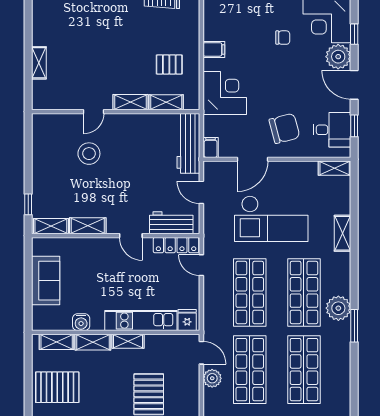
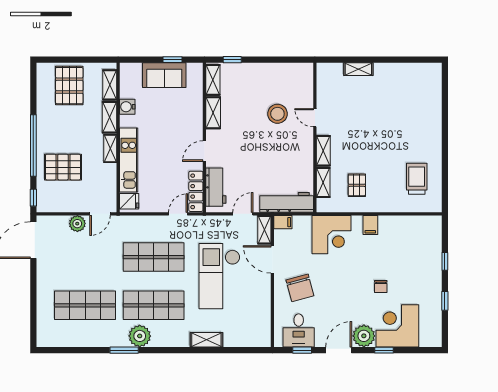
shelving: (335, 168) -> (264, 230), moved
window: (28, 271) -> (172, 60), added
shop shelf: (250, 370) -> (85, 257), removed

